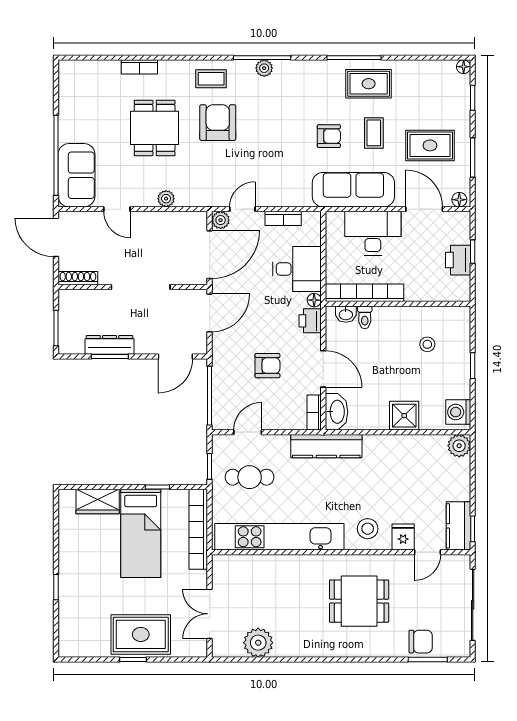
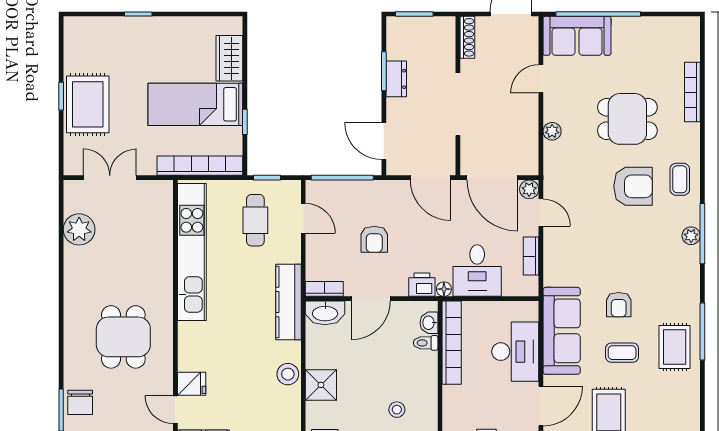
bookcase: (139, 67) -> (692, 92), width x1.56
dresser: (109, 345) -> (396, 79), width x0.70
stool: (368, 529) -> (288, 374), moved

